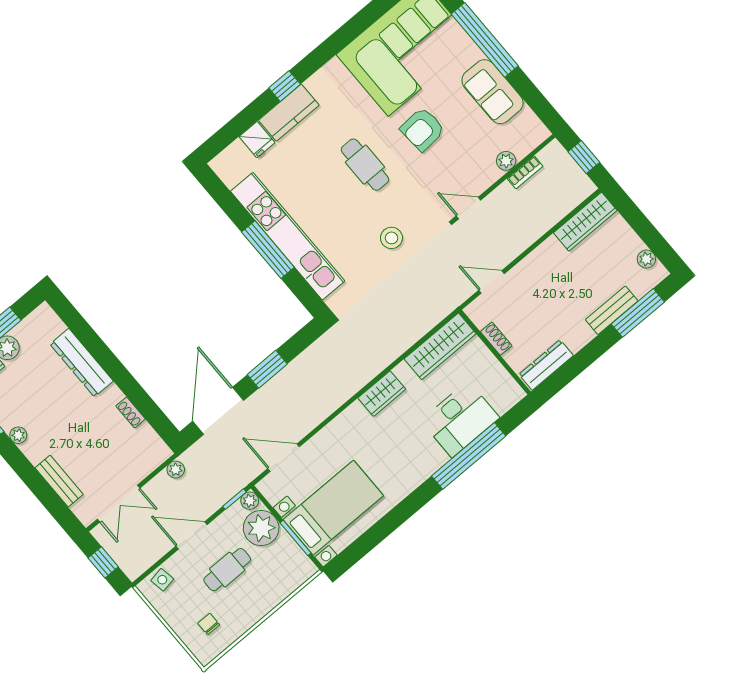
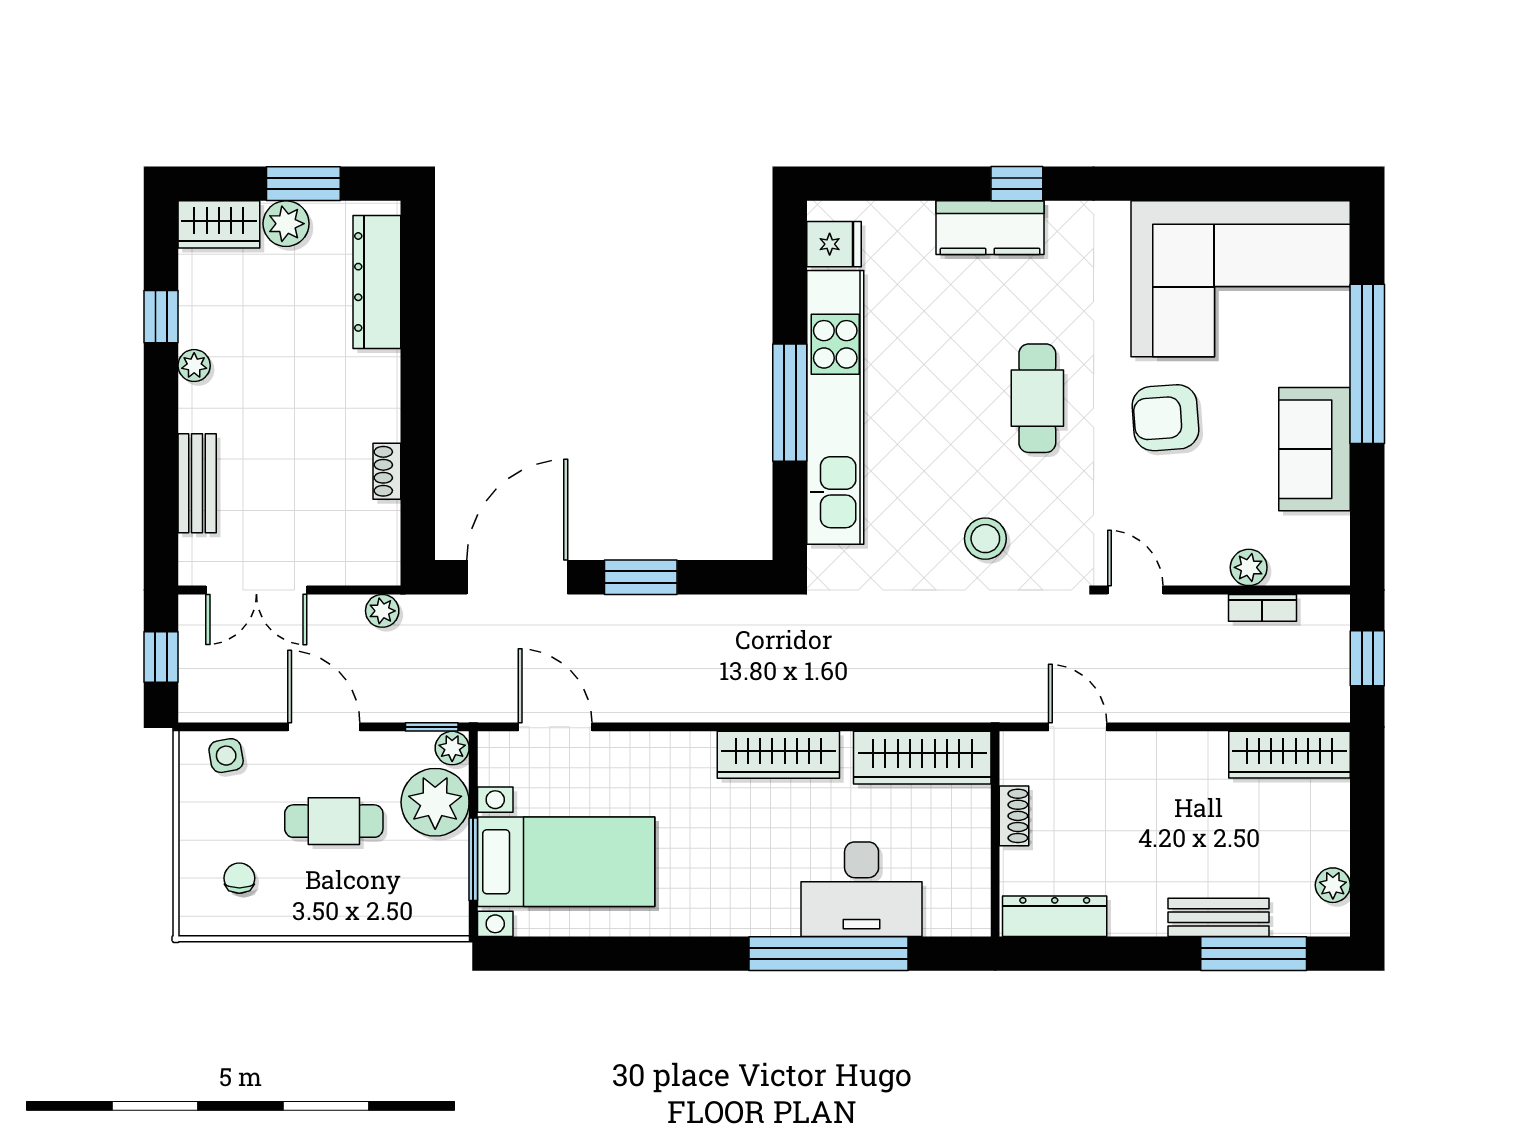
fridge: (257, 140) -> (834, 244), moved, turned -90
dresser: (82, 363) -> (377, 282), moved
wardrobe: (382, 394) -> (778, 755), width x1.50

